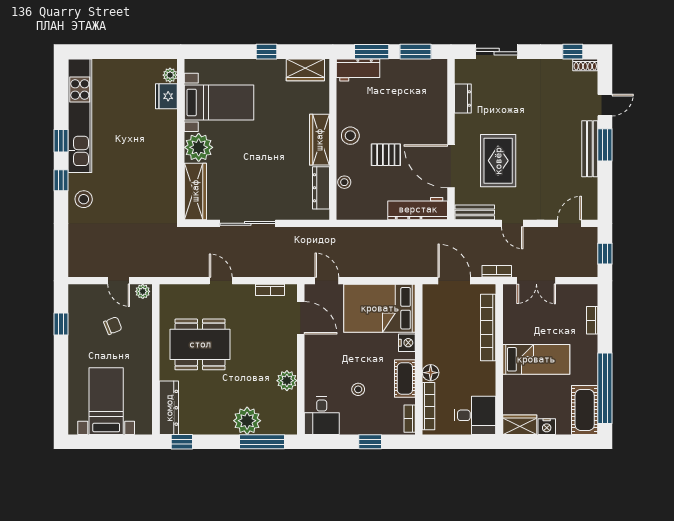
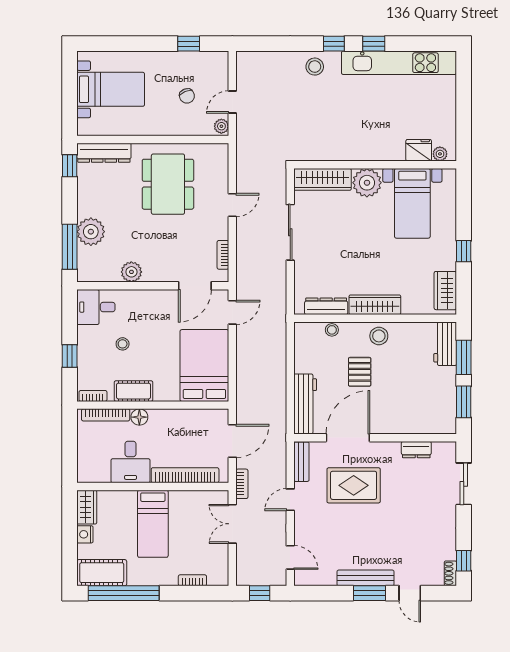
nightstand: (407, 343) -> (170, 393), removed
desk: (475, 415) -> (131, 462), moved

